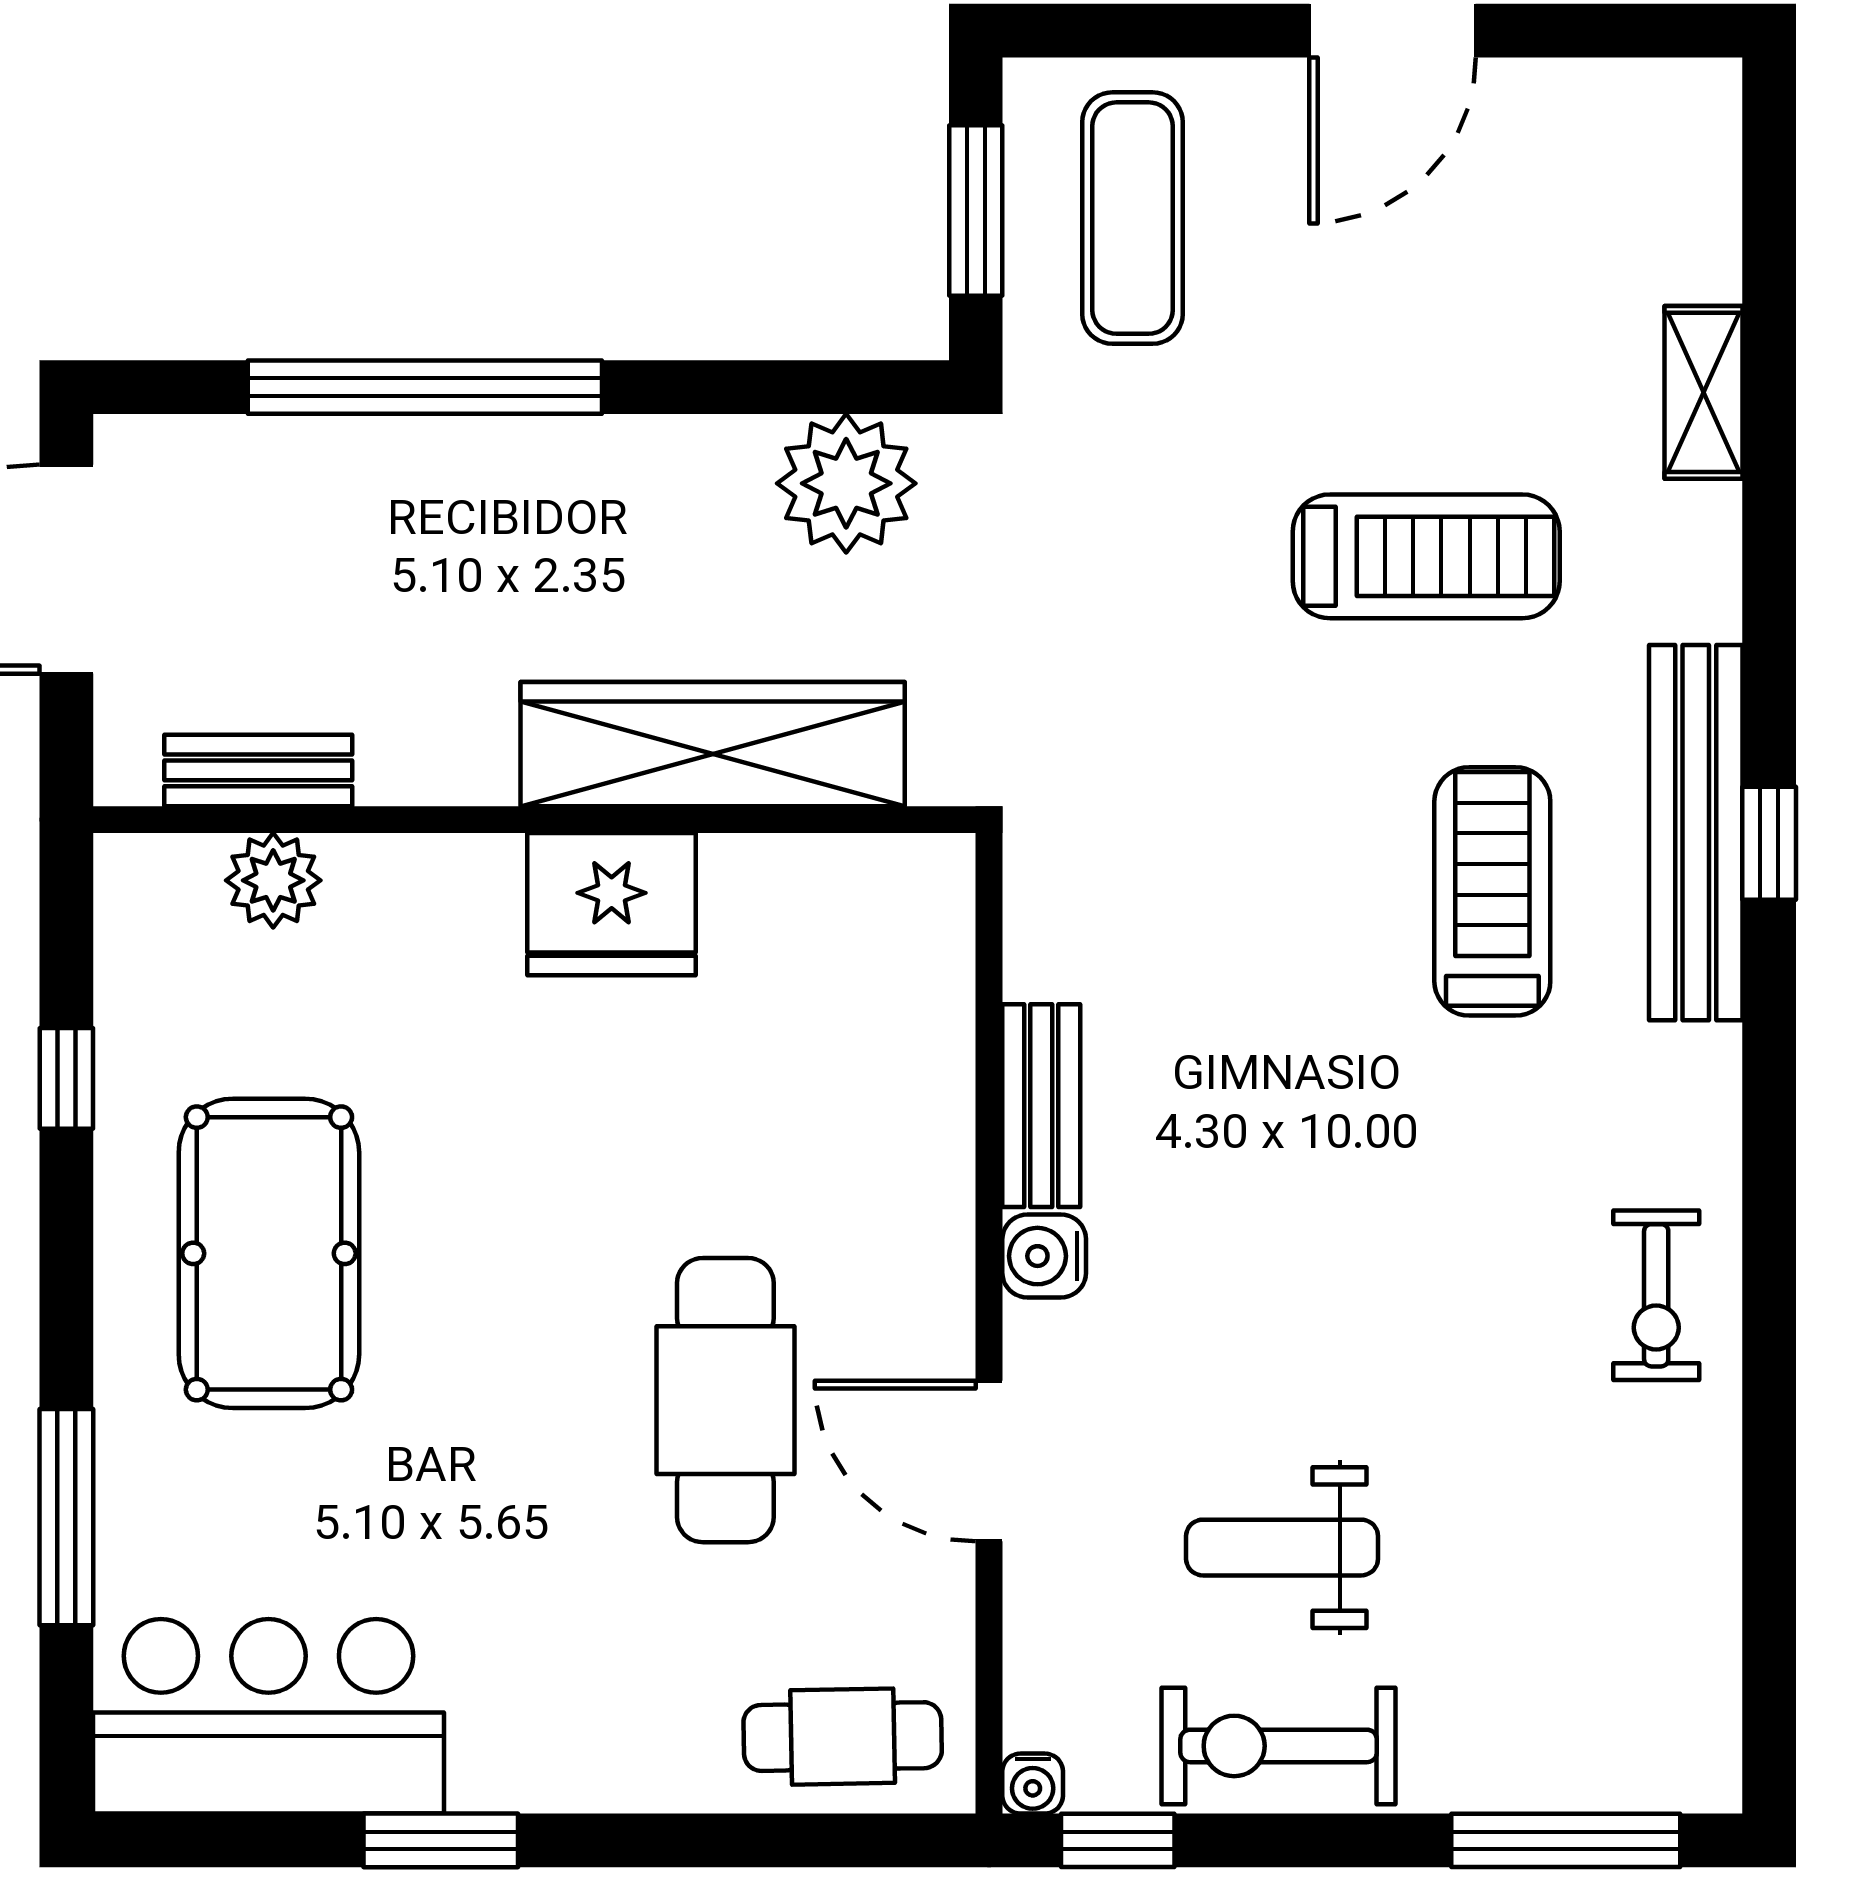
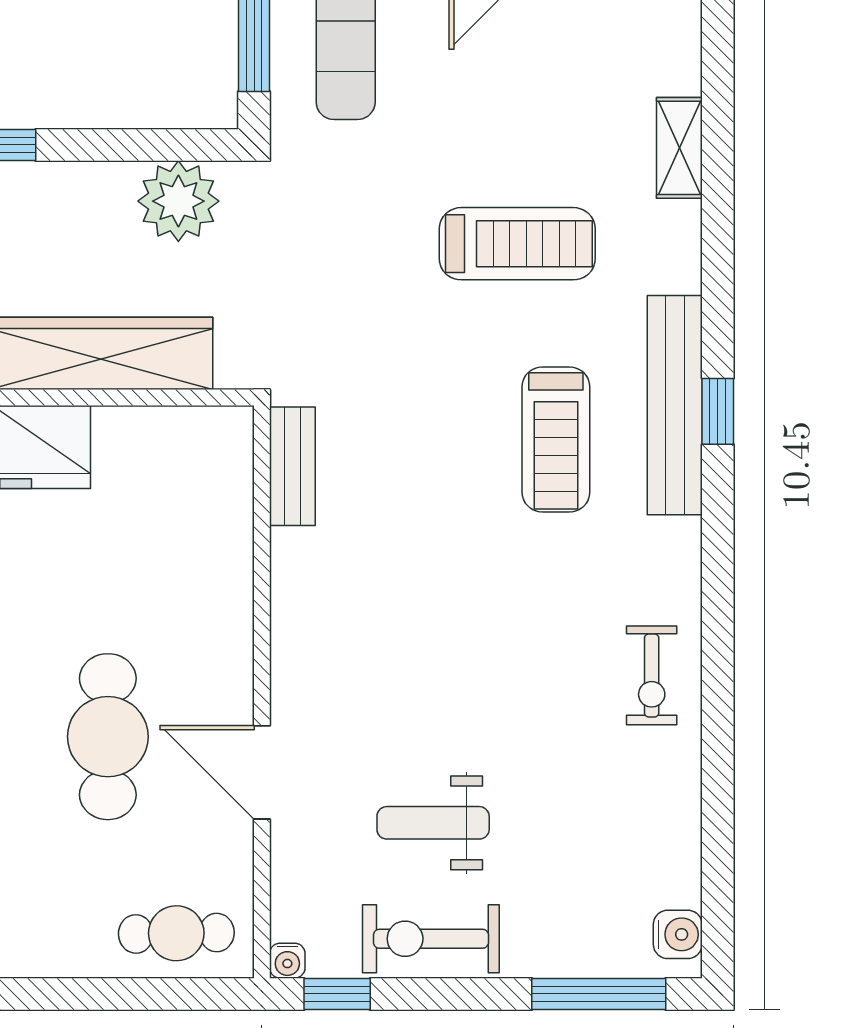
treadmill: (1492, 891) -> (556, 439), turned 180
bench: (1041, 1106) -> (292, 466), moved
water cooler: (1044, 1256) -> (678, 934), moved, turned 180

